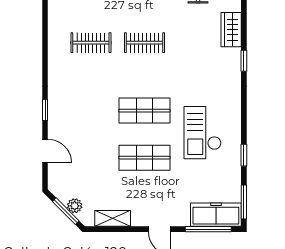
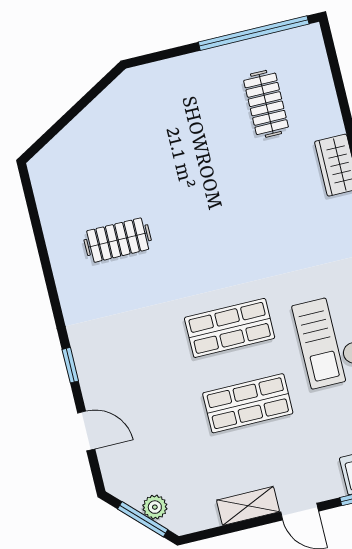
clothes rail: (144, 43) -> (203, 219), removed
shelving: (113, 218) -> (248, 506), moved

